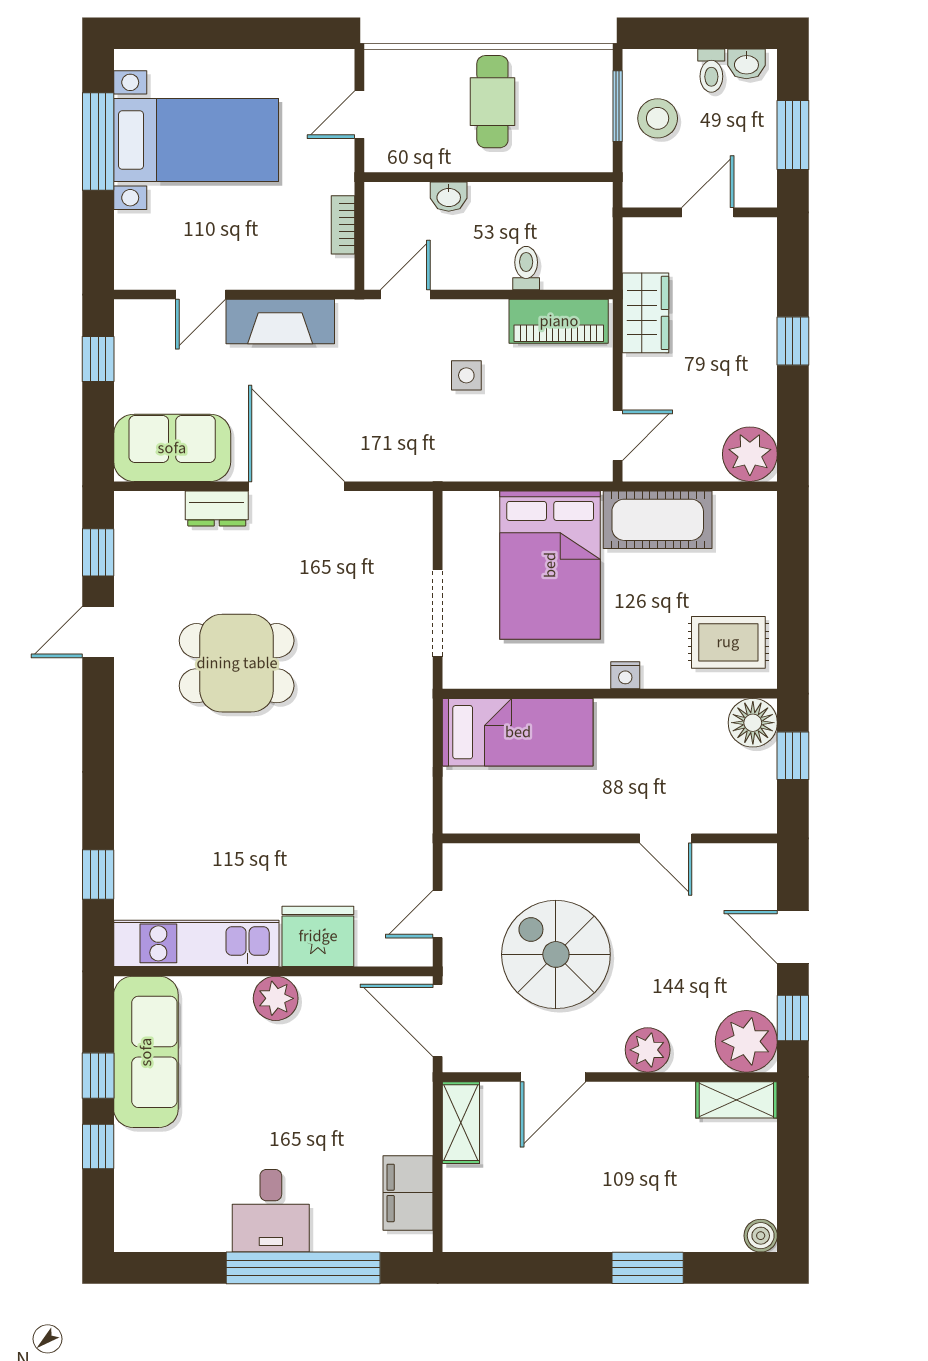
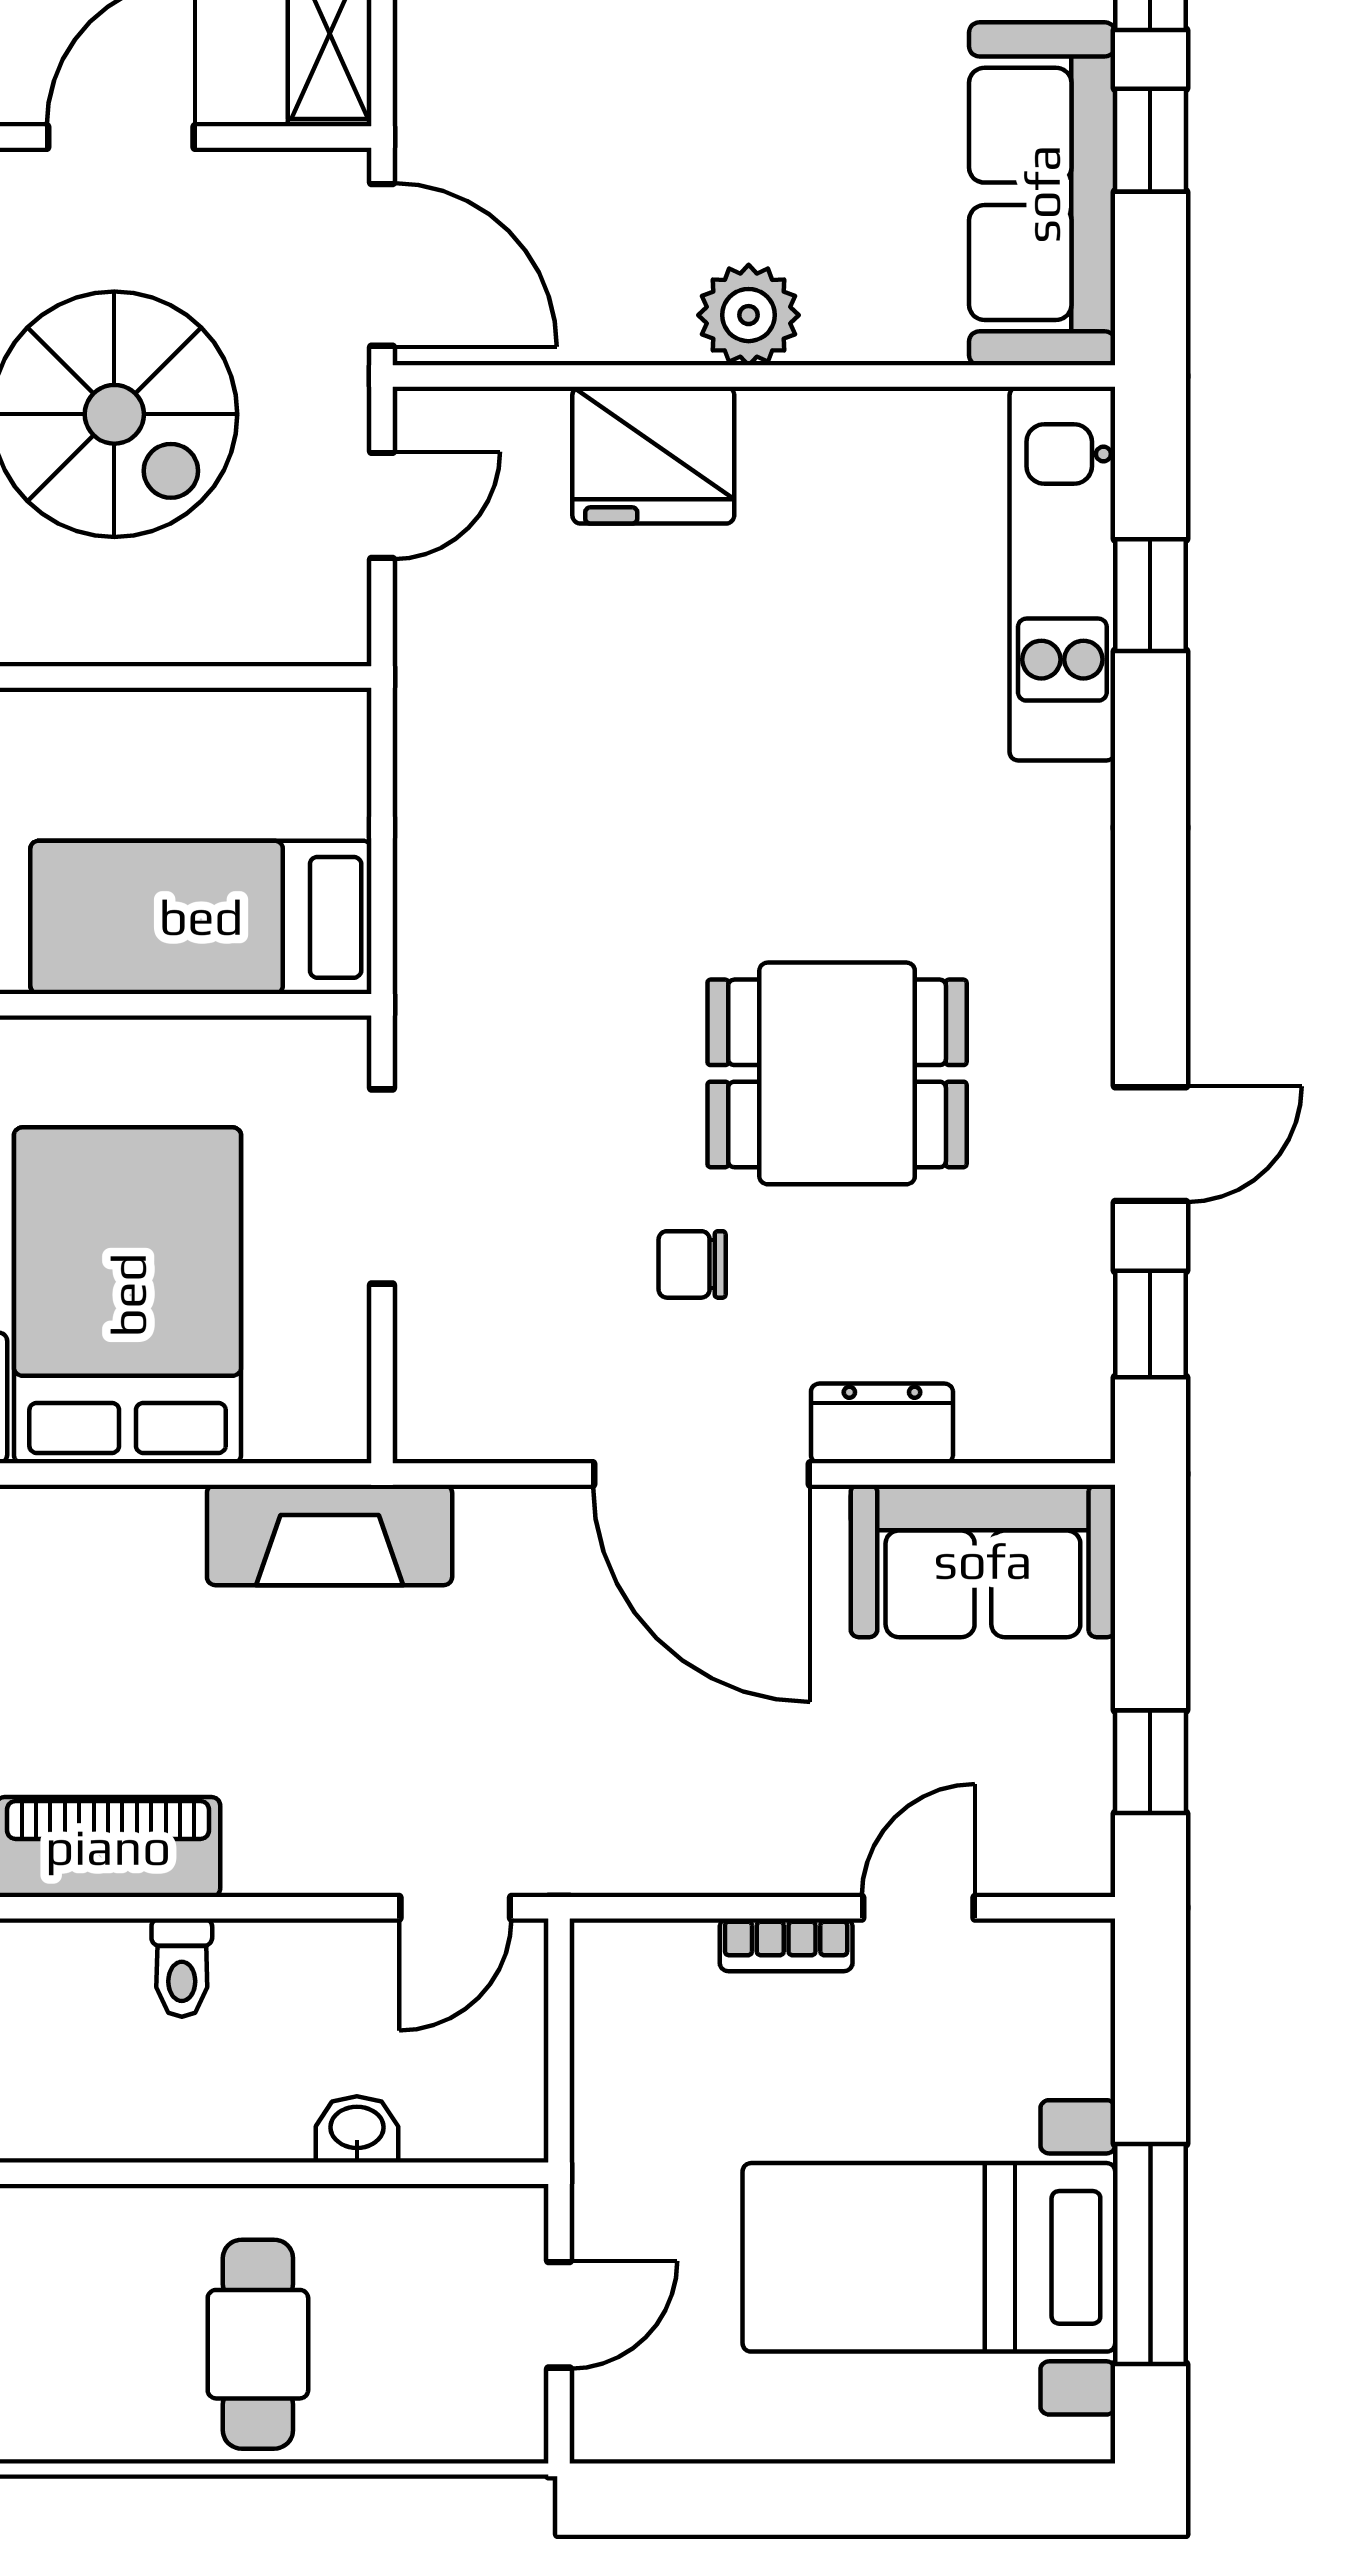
bookcase: (343, 225) -> (786, 1945), moved, turned 90
fireplace: (280, 321) -> (330, 1535), moved, turned 180
side table: (466, 375) -> (317, 1725), removed
chair: (301, 579) -> (692, 1264), added
kitchen unit: (196, 943) -> (1062, 574), moved, turned 90

